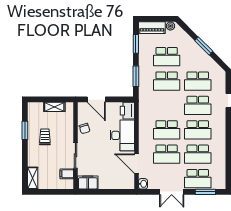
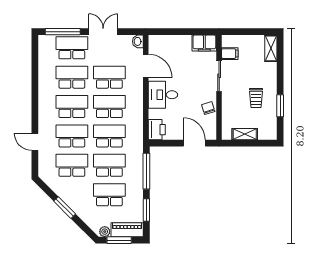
window: (158, 19) -> (119, 240), added
window: (136, 76) -> (146, 171), width x1.44
school desk: (167, 105) -> (109, 136), added
desk: (122, 135) -> (163, 95), width x0.73
window: (205, 192) -> (63, 32), width x1.44

